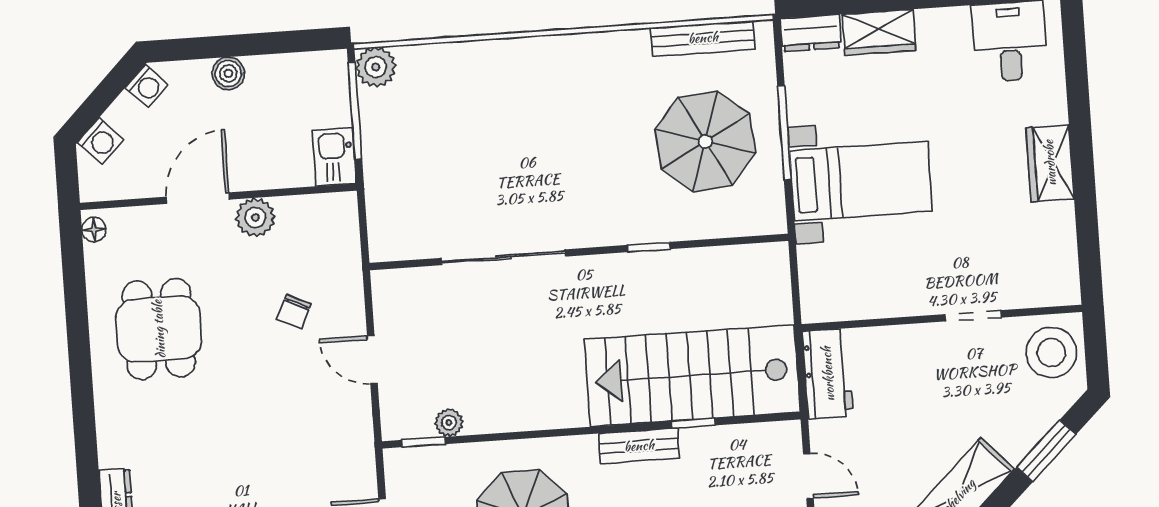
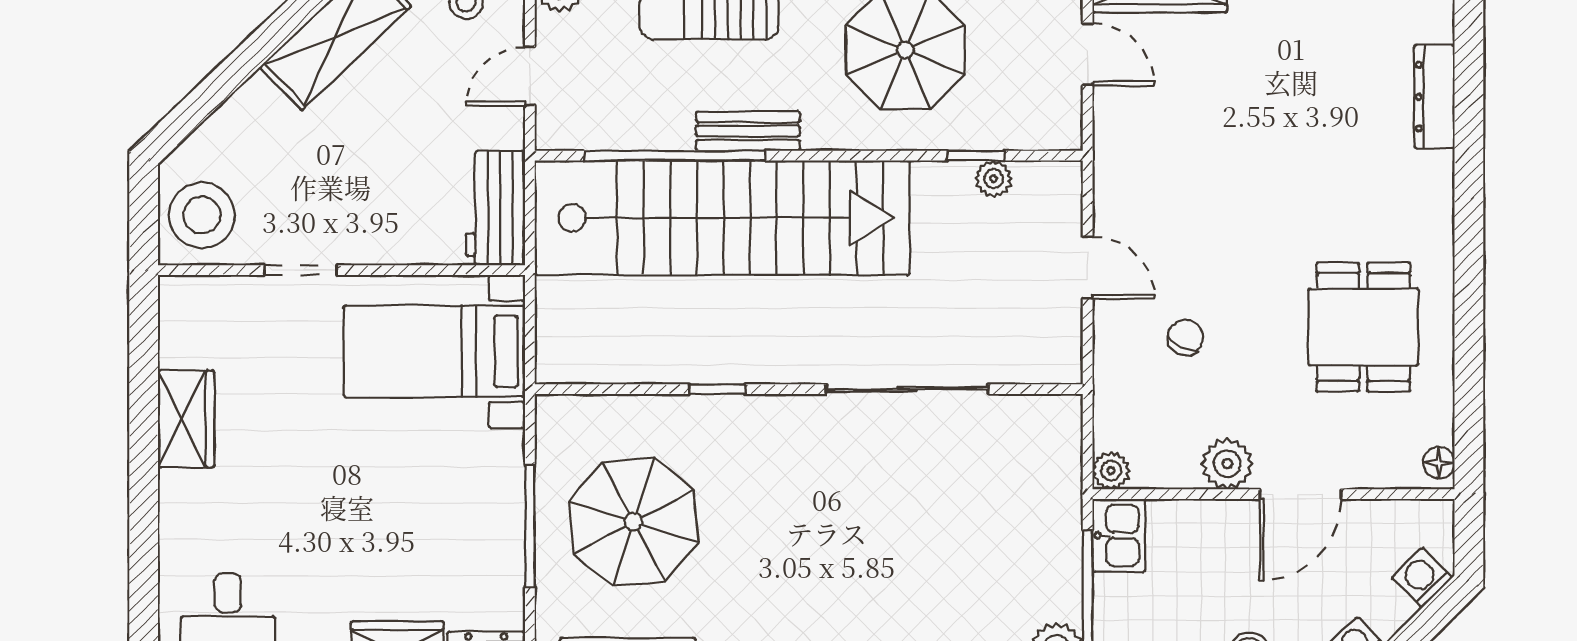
wardrobe: (1050, 163) -> (186, 419), moved
bed with nightstands: (861, 181) -> (434, 351), moved
plant: (344, 206) -> (1111, 471), added
stairs: (692, 376) -> (722, 218), width x1.36
window: (693, 423) -> (675, 156), width x3.17
window: (424, 442) -> (976, 156), moved
window: (1046, 451) -> (217, 87), removed
door: (808, 476) -> (530, 76), hinge flipped

